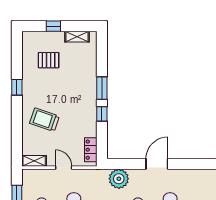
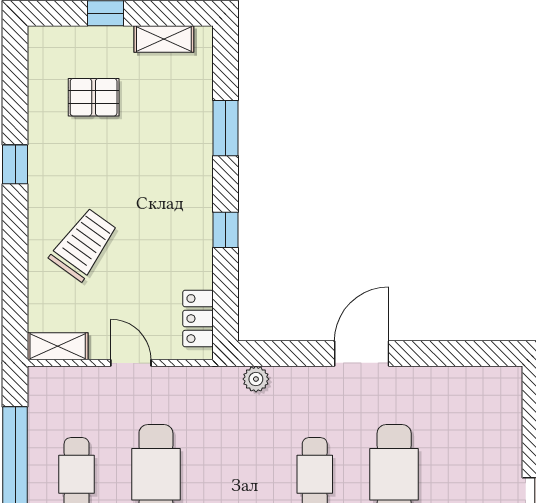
window: (102, 88) -> (226, 128), moved
trolley: (45, 120) -> (84, 244), turned 107
plant: (119, 179) -> (256, 379), width x0.53, depth x0.53

